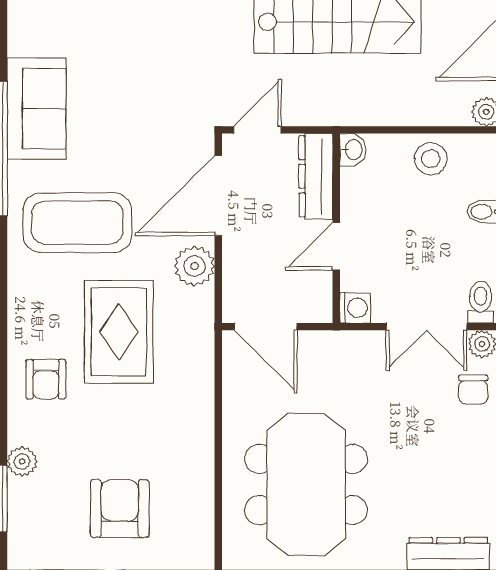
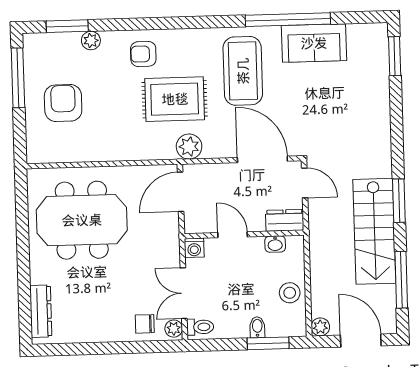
washbasin: (353, 150) -> (275, 244), moved
dresser: (316, 176) -> (285, 220), width x0.70
plant: (194, 266) -> (189, 147), moved
armchair: (120, 509) -> (63, 103), turned -90

